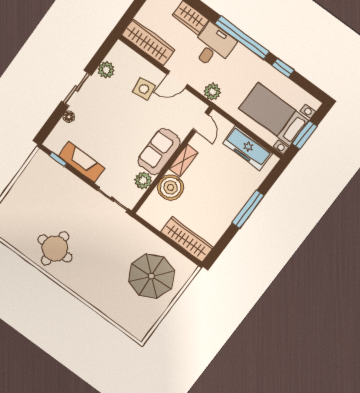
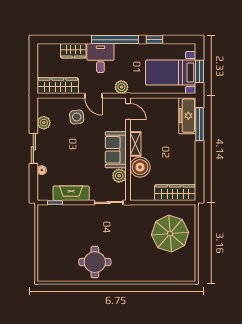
door: (177, 79) -> (93, 96), hinge flipped
freezer: (247, 148) -> (187, 116), moved, turned 90
window: (248, 209) -> (200, 124), moved

